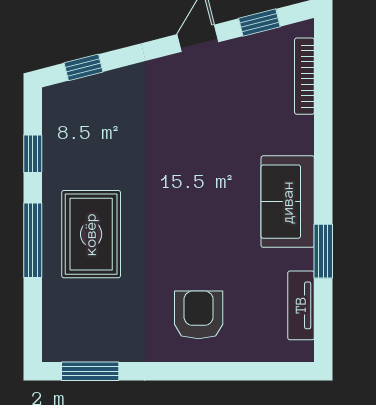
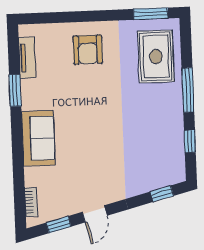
bookcase: (304, 76) -> (31, 202), width x0.64
sofa: (288, 202) -> (38, 138), moved
rug: (91, 234) -> (156, 57), moved

